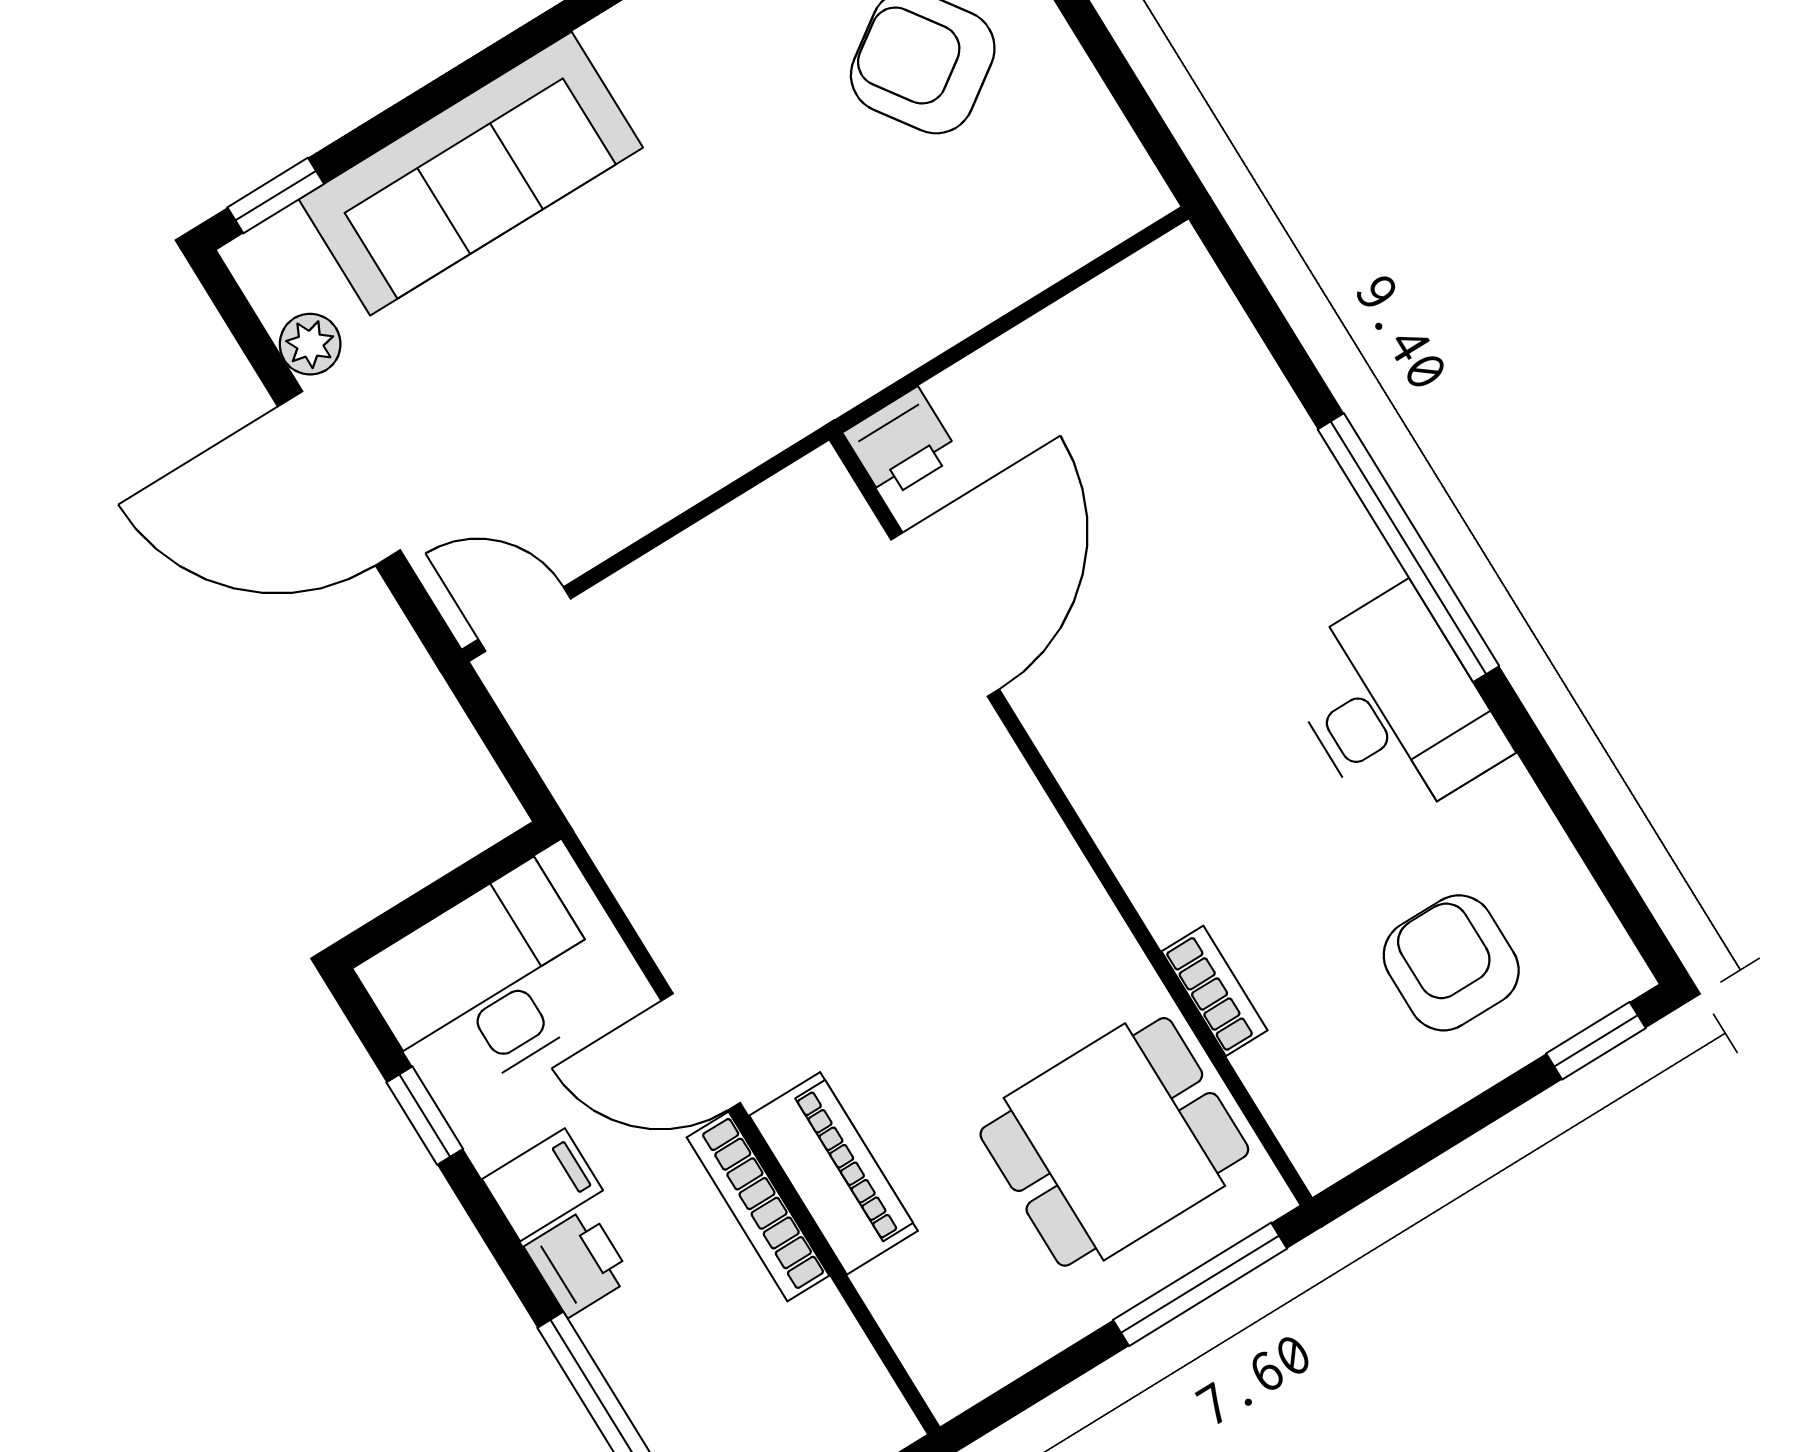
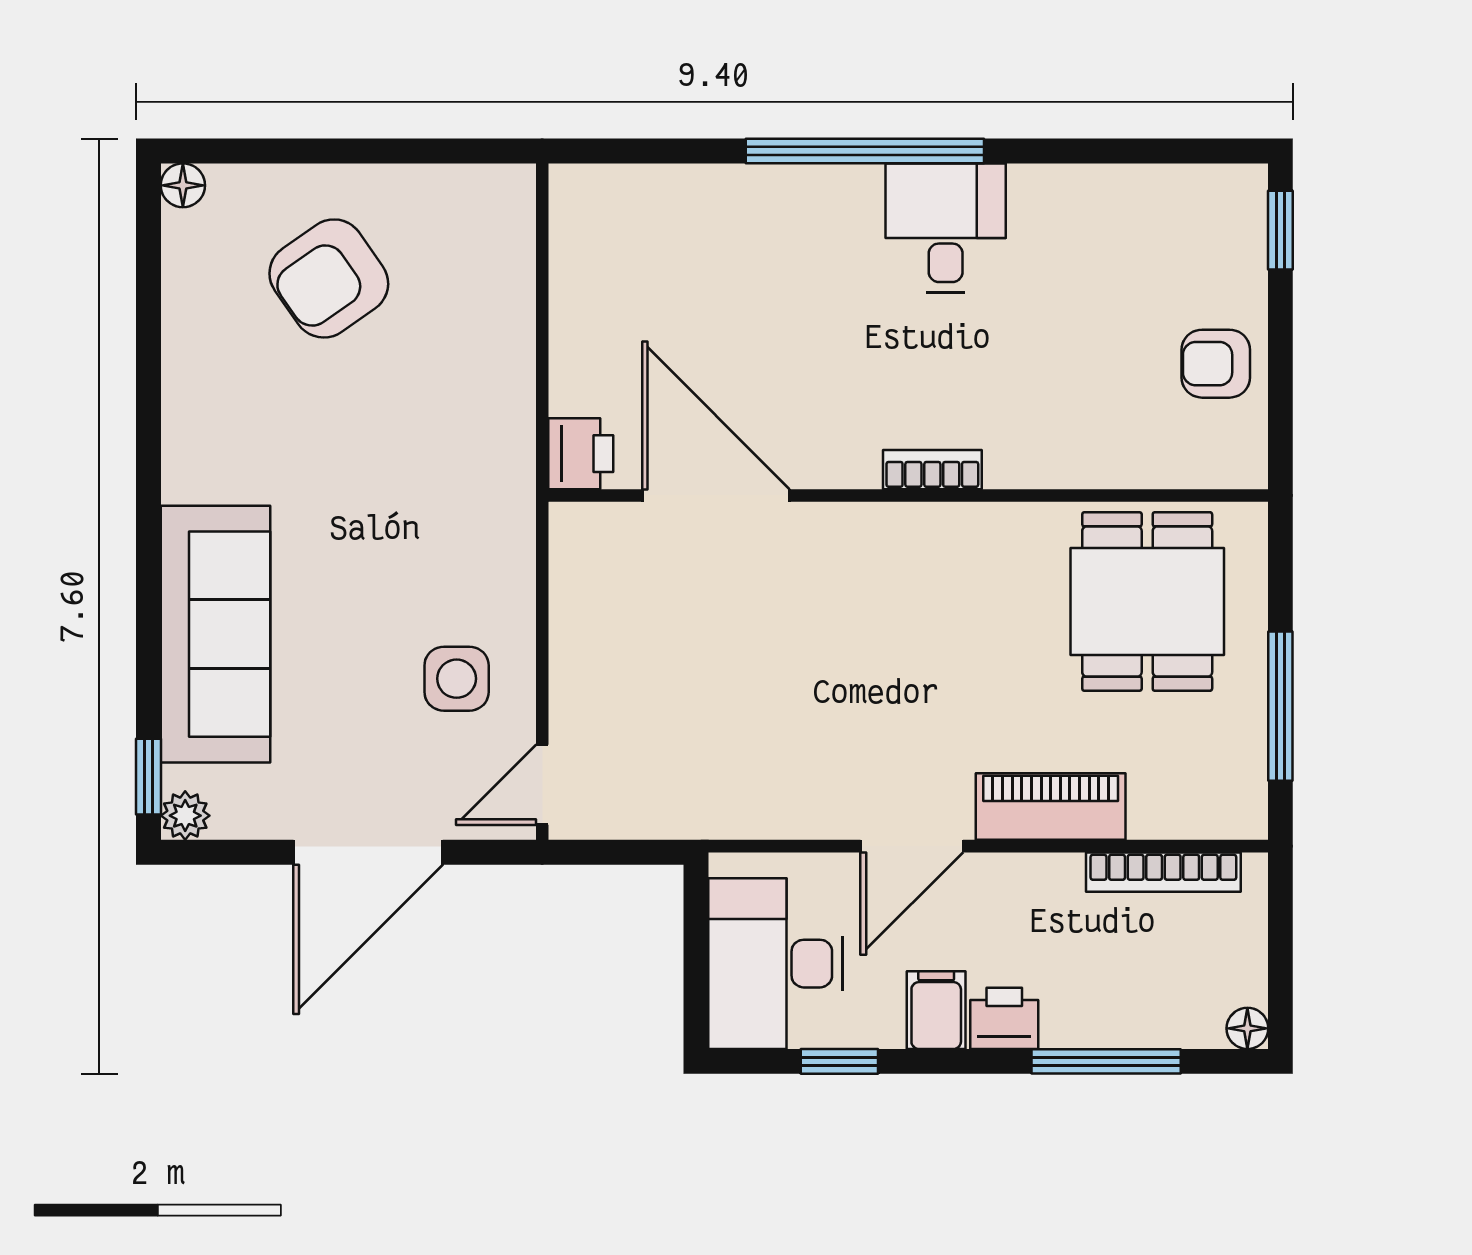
plant: (310, 344) -> (185, 816), moved
side table: (581, 459) -> (457, 679), added
desk: (1394, 707) -> (946, 228), width x0.73
armchair: (1451, 963) -> (1216, 364), moved, width x0.72, depth x0.72
bookcase: (1215, 991) -> (932, 470), moved
bookcase: (758, 1207) -> (1163, 872), moved
window: (1200, 1284) -> (1280, 706), moved

